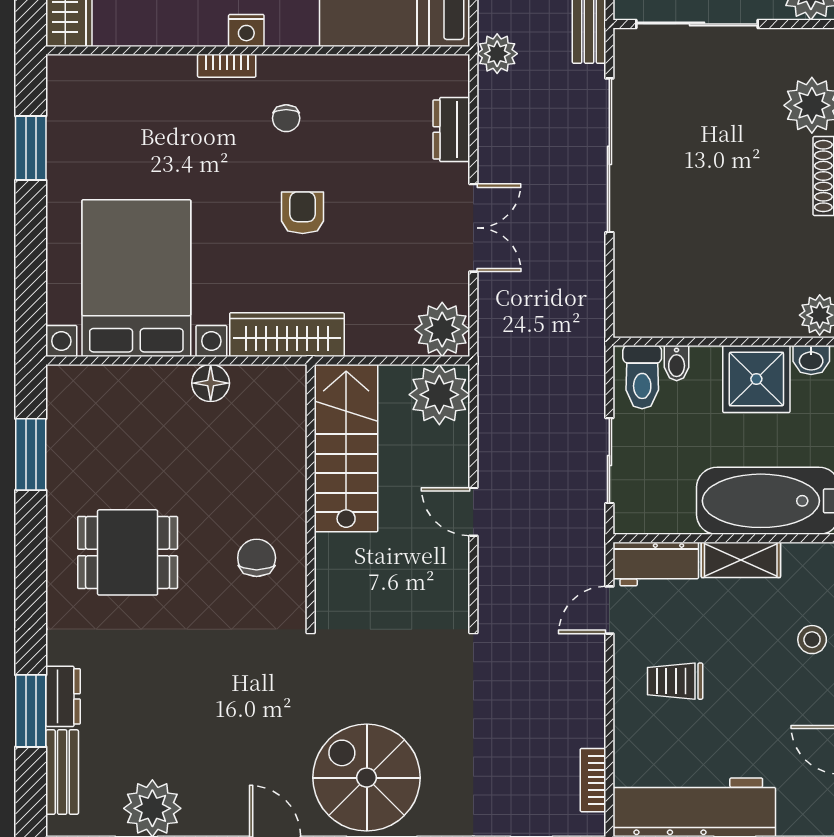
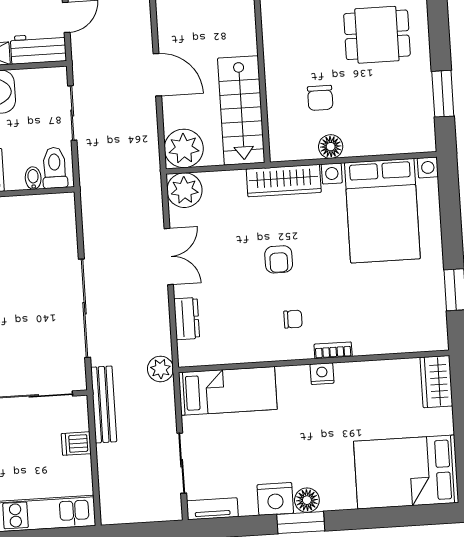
chair: (286, 118) -> (293, 319), turned 90
double door: (473, 228) -> (169, 257), swing flipped
door: (473, 512) -> (157, 75), width x1.38
chair: (257, 558) -> (320, 98), moved

